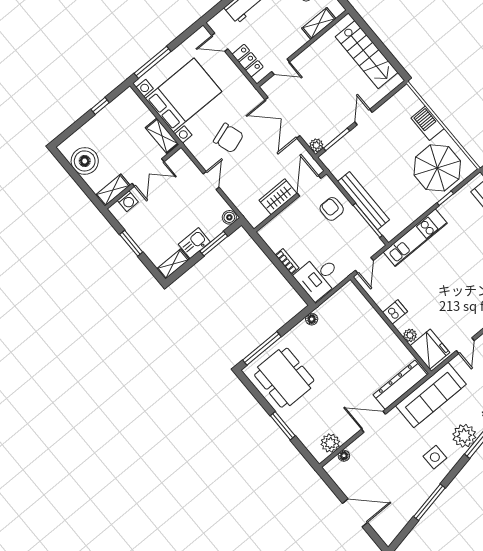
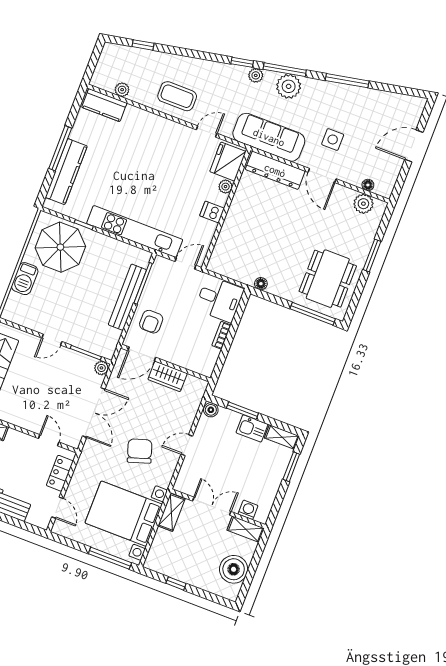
kitchen unit: (415, 238) -> (135, 232), width x1.36
window: (131, 243) -> (291, 467), moved
side table: (435, 457) -> (333, 139), moved
window: (429, 502) -> (347, 81), moved
door: (355, 513) -> (414, 146), hinge flipped

